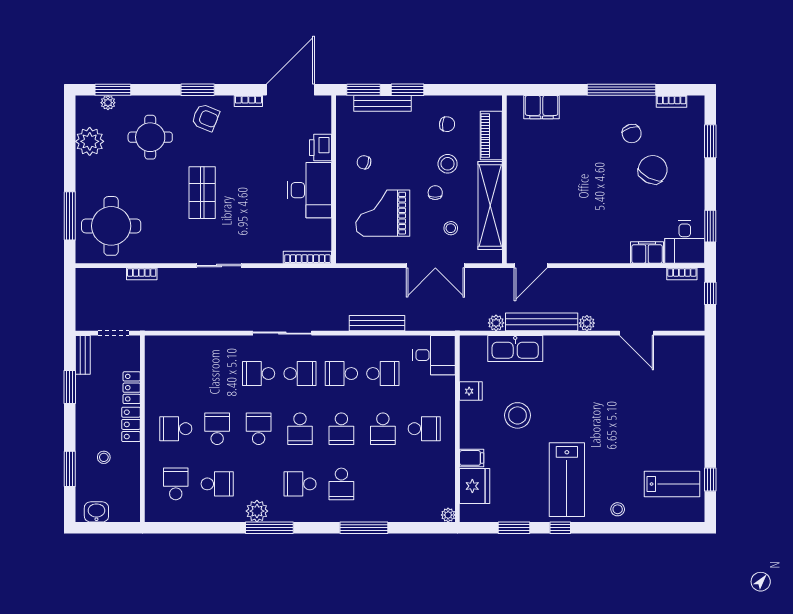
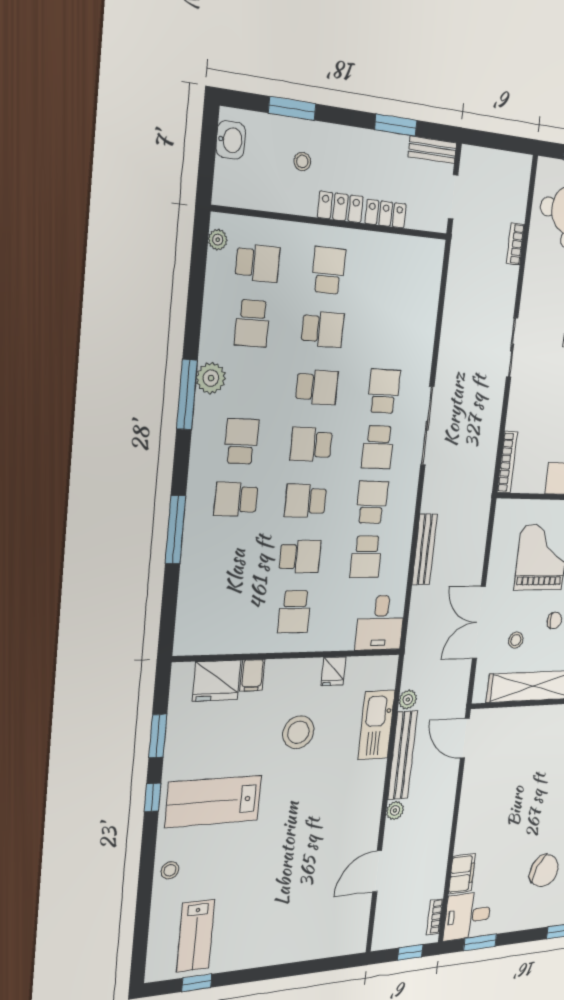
school desk: (383, 429) -> (300, 557), turned 180
plant: (448, 515) -> (218, 240), moved

